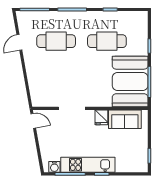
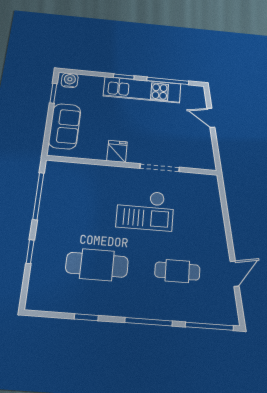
cafe table: (56, 41) -> (177, 271), width x0.73, depth x0.74
checkout: (79, 79) -> (145, 210), added
booth: (130, 81) -> (68, 199), removed
sofa: (125, 119) -> (65, 126), moved, turned 90
door: (33, 121) -> (211, 118), moved
water cooler: (54, 167) -> (70, 80), moved

